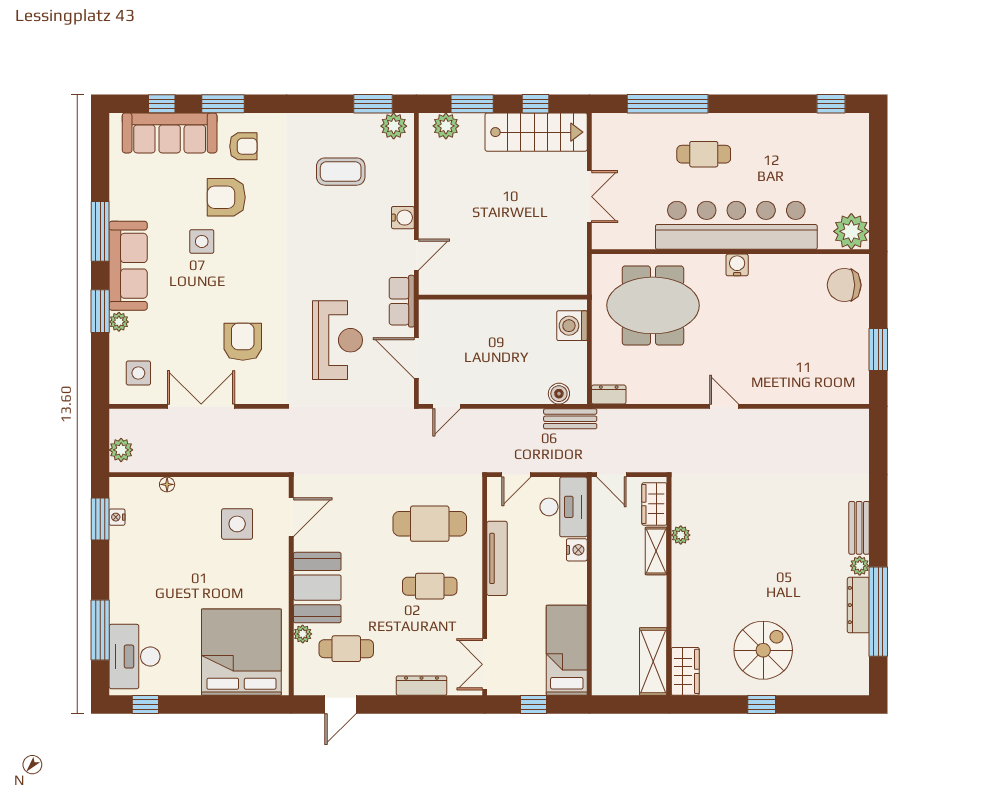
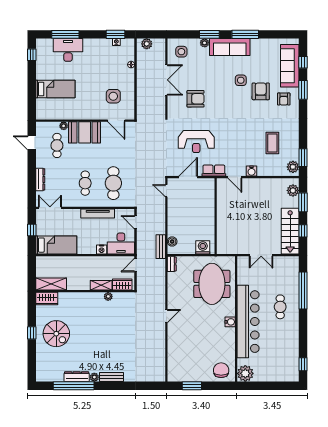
bed: (241, 652) -> (55, 89), width x0.49
desk: (135, 657) -> (68, 50), moved

